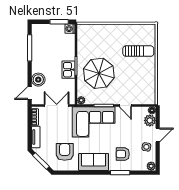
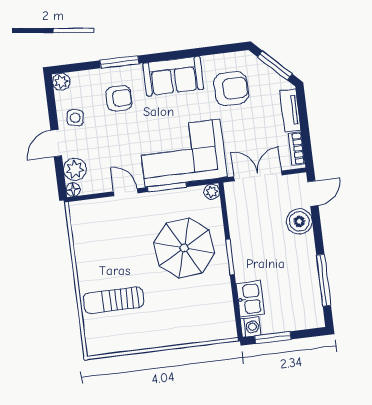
kitchen sink: (68, 70) -> (250, 299), moved
double door: (57, 106) -> (258, 176), swing flipped
armchair: (65, 152) -> (231, 89), turned -90

